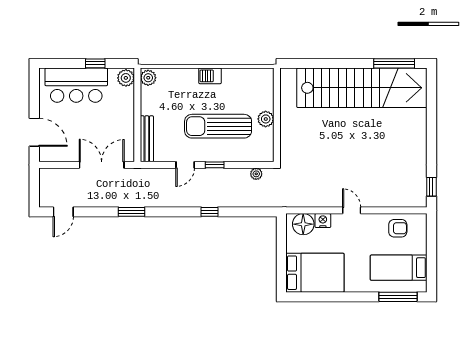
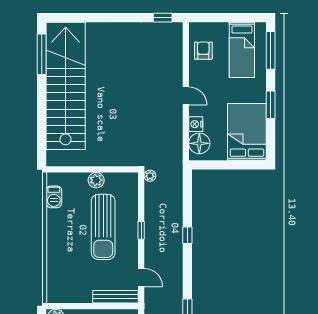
barbecue: (210, 76) -> (54, 197), moved
plant: (148, 78) -> (56, 295), removed
door: (185, 165) -> (141, 278), moved
plant: (256, 174) -> (150, 176), moved
door: (352, 210) -> (186, 96), swing flipped
window: (343, 297) -> (271, 105), added

